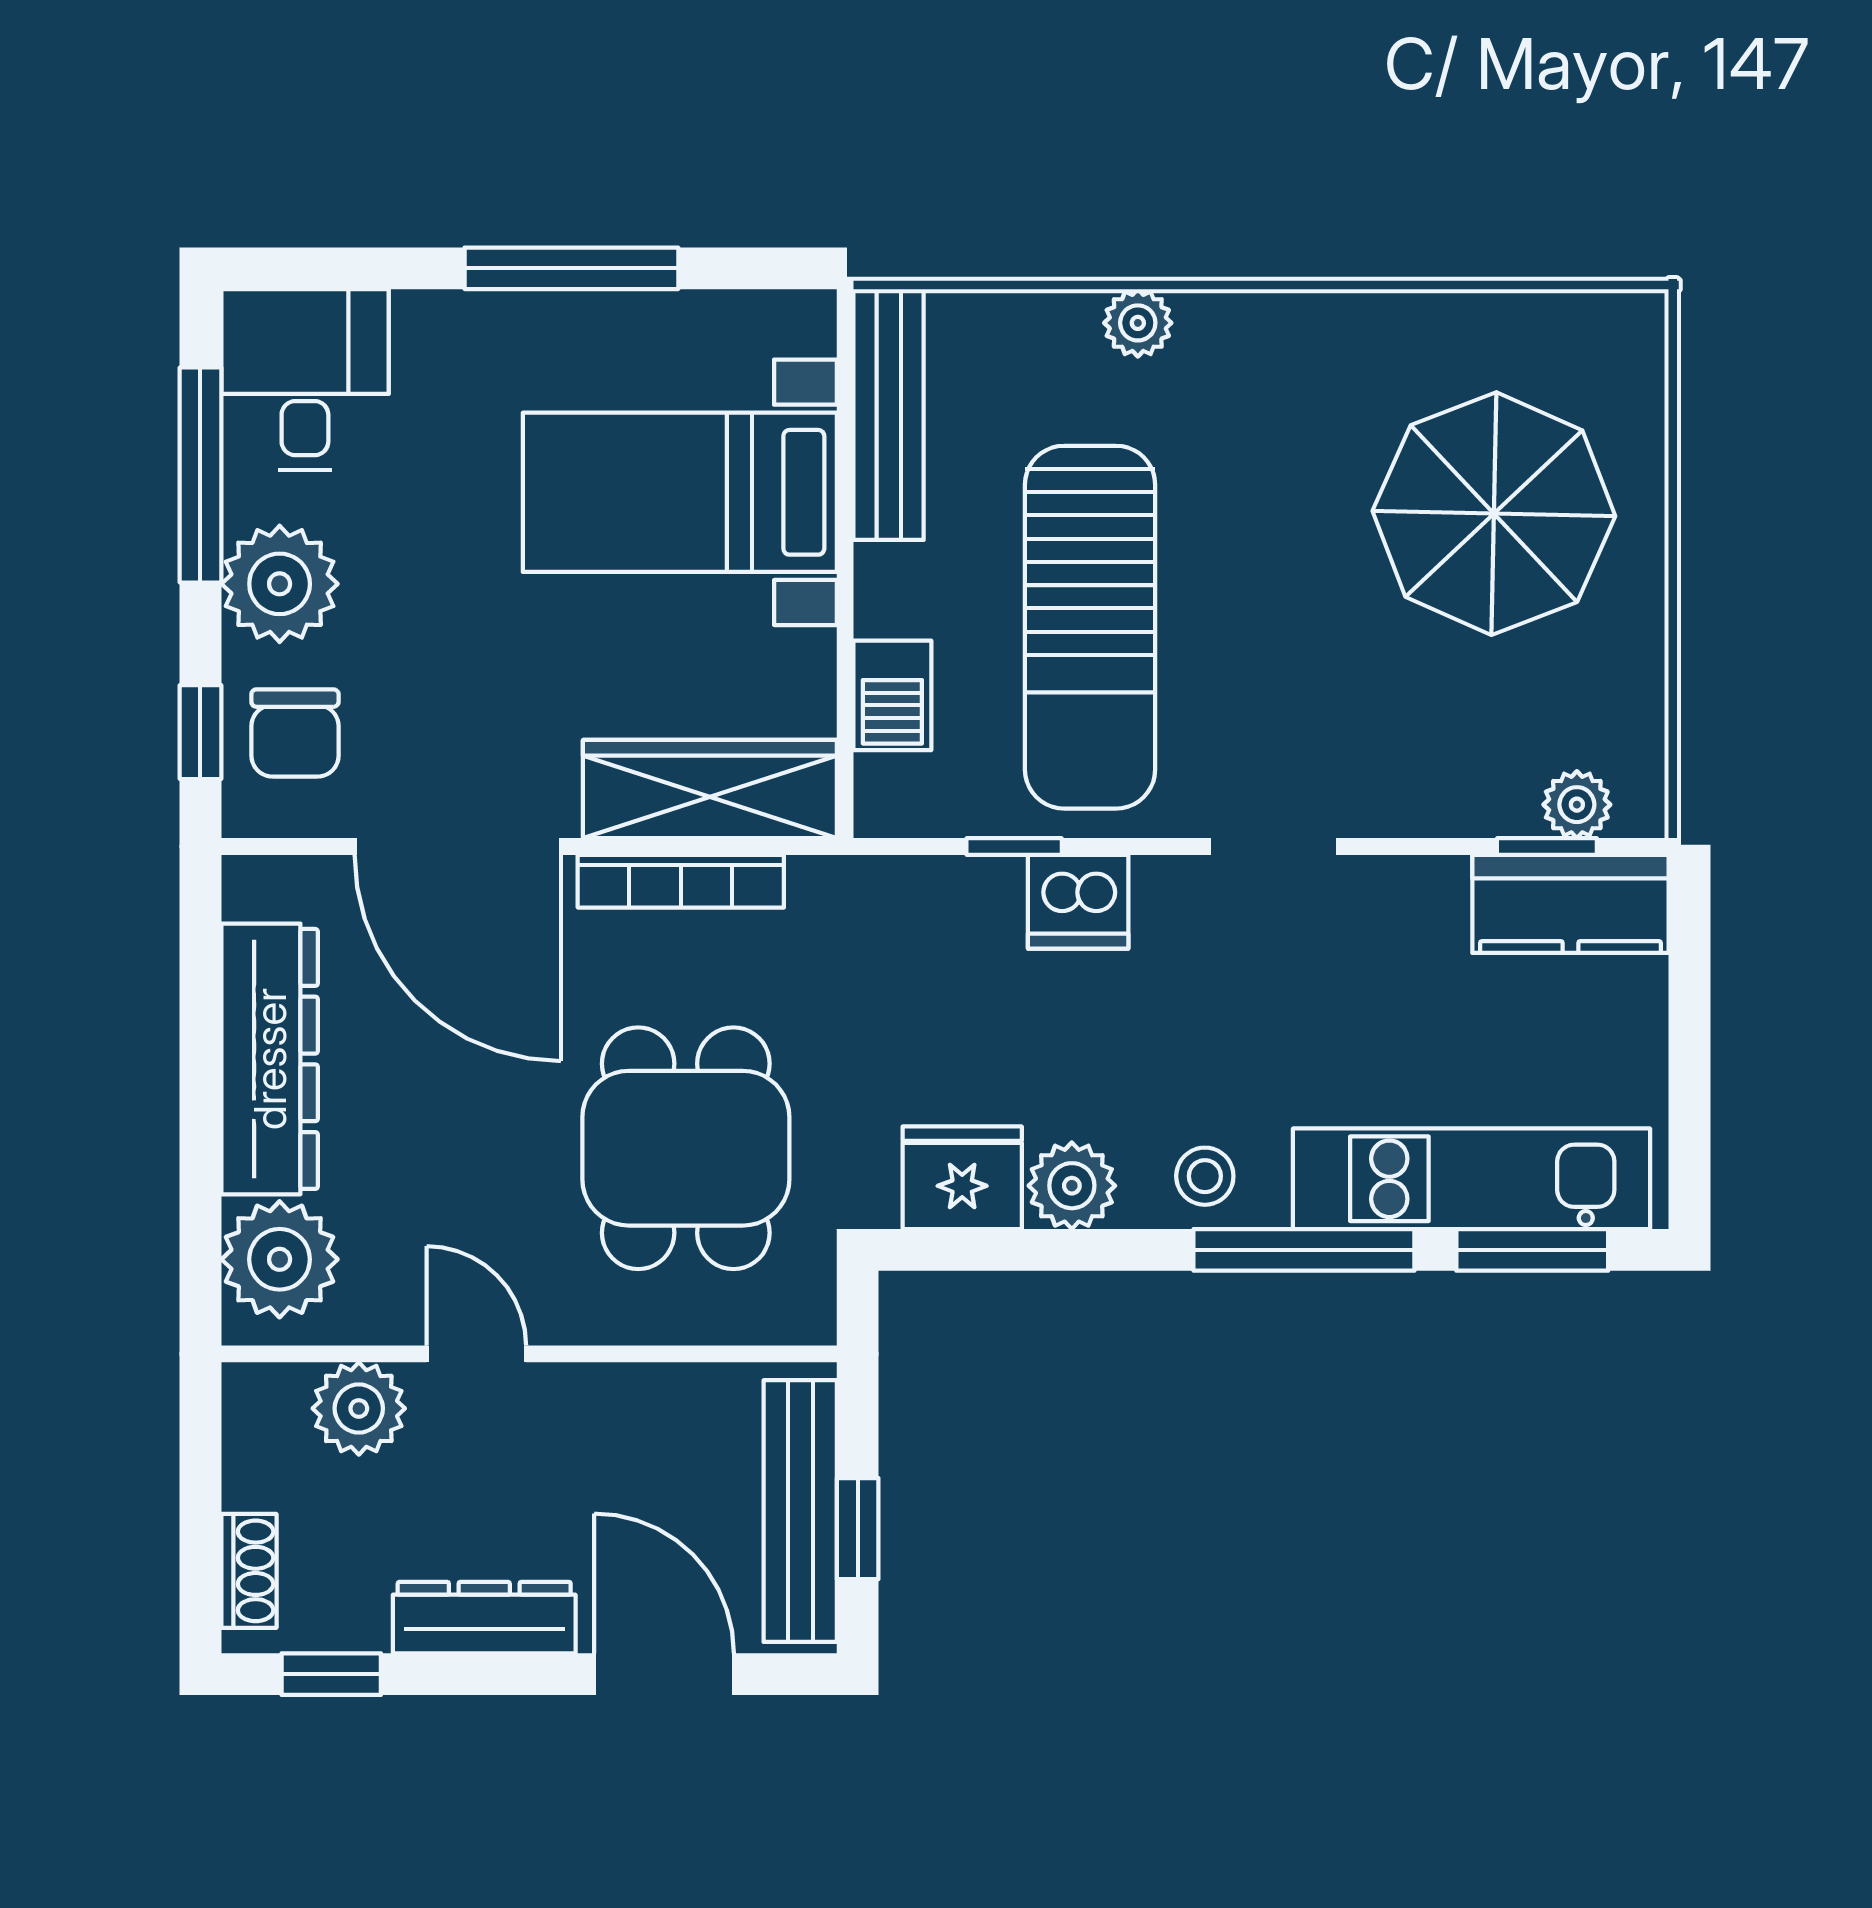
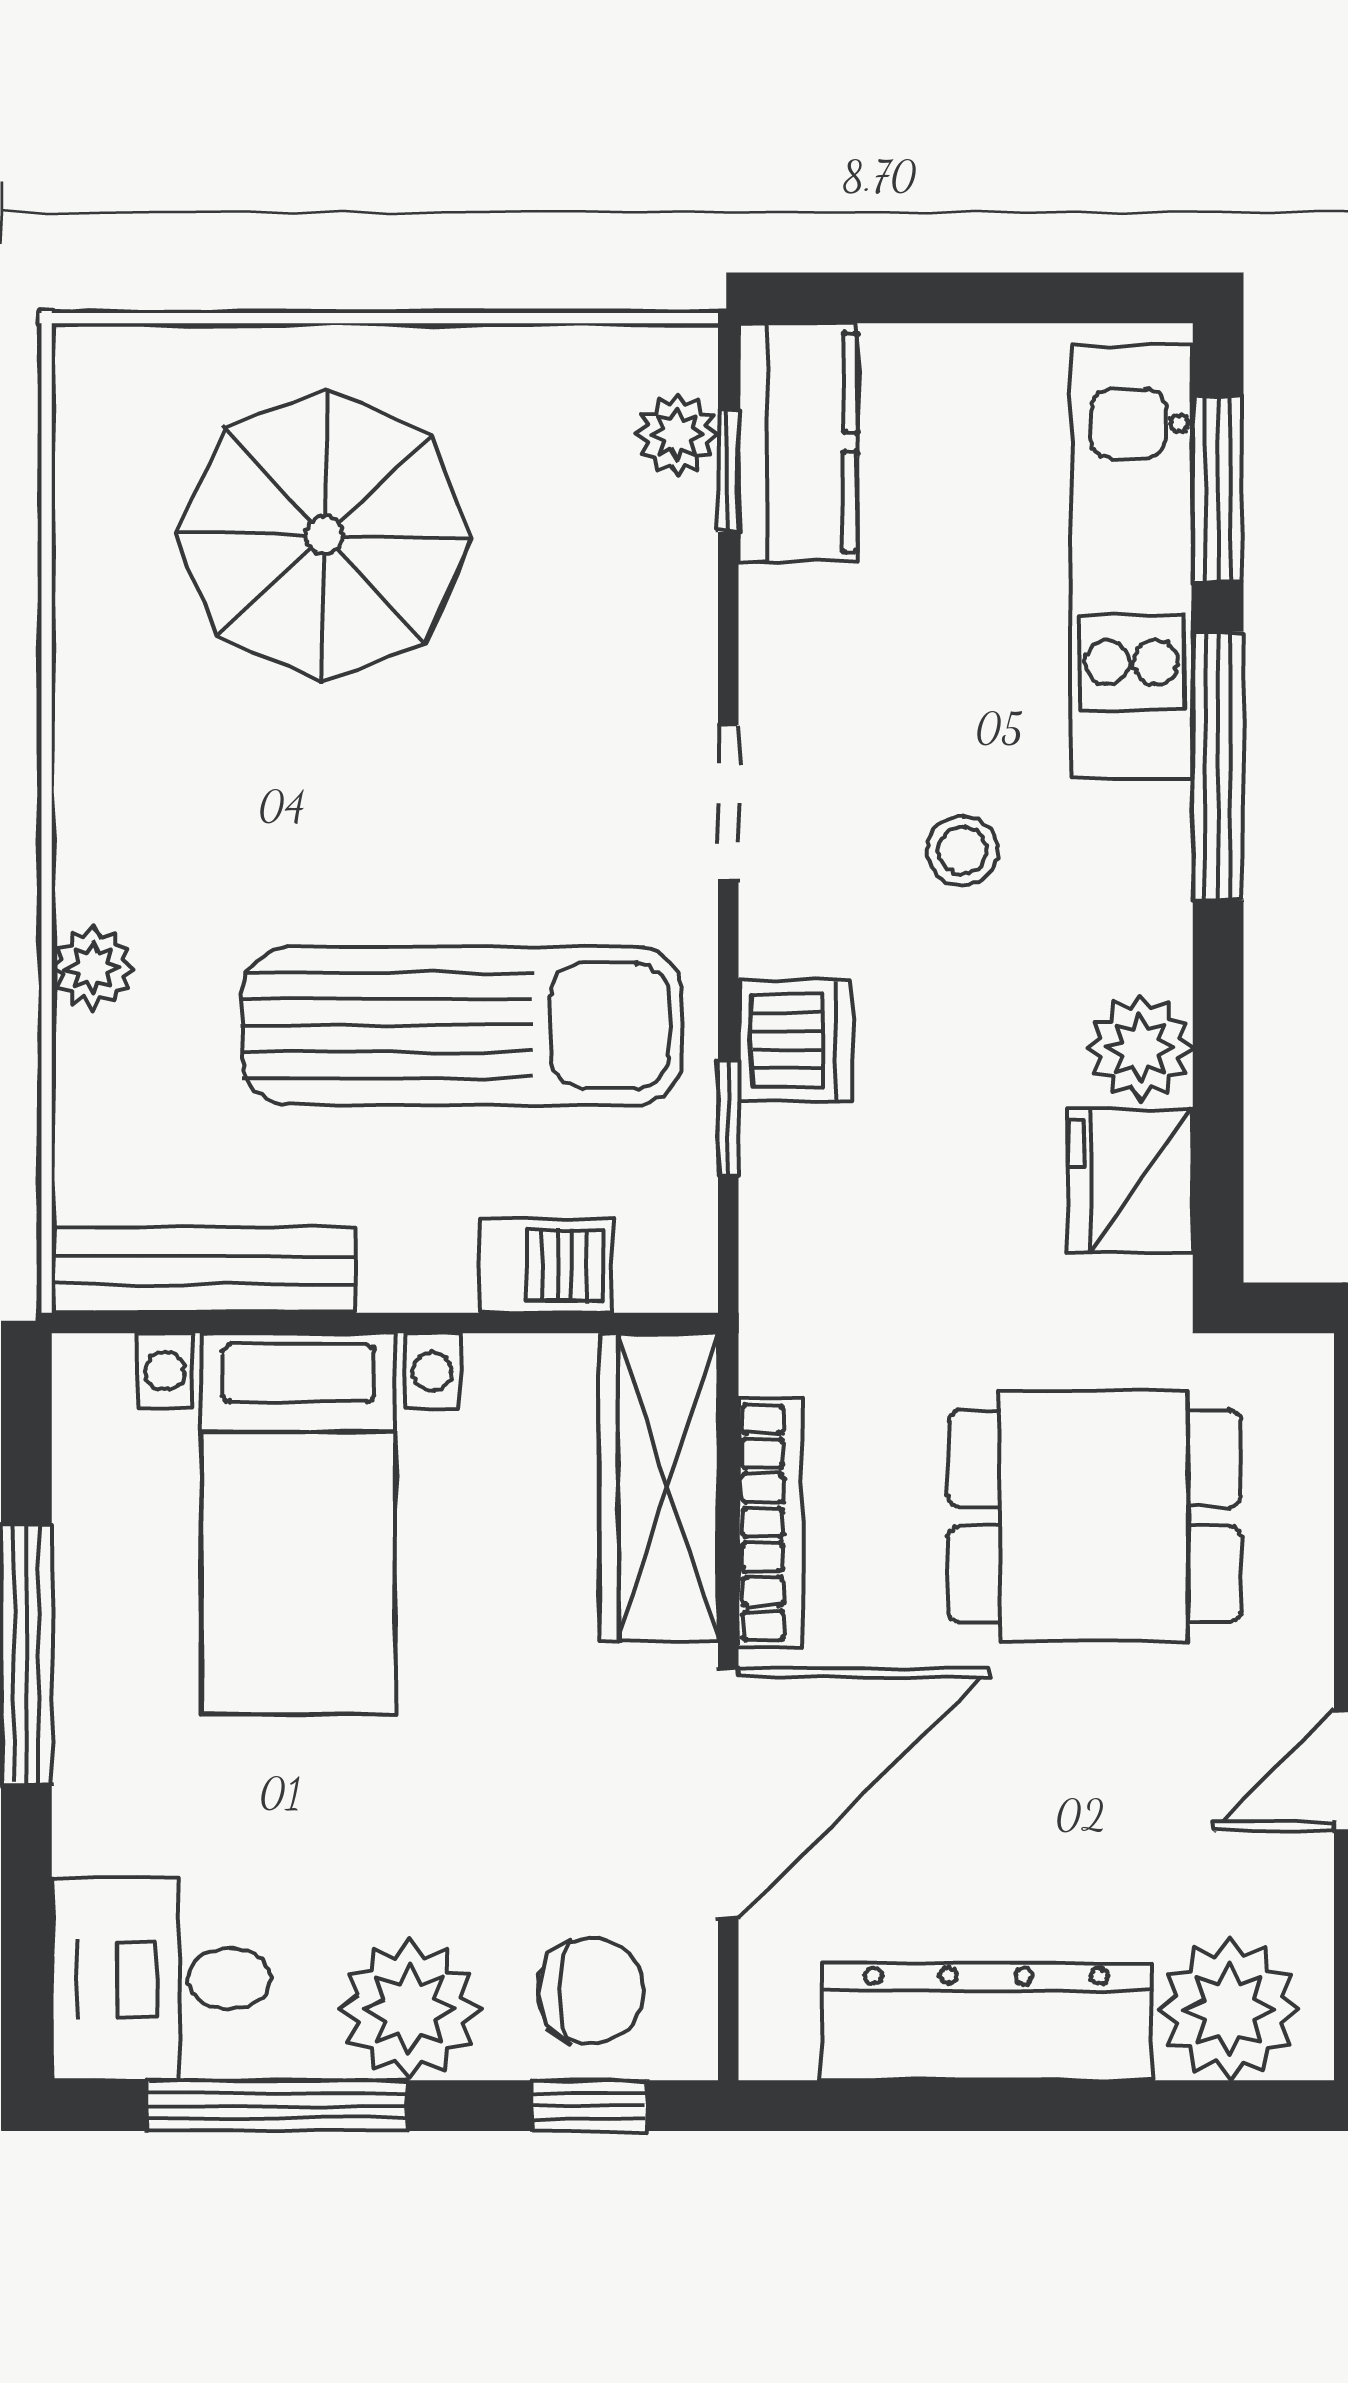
stool: (1205, 1176) -> (963, 851), moved

